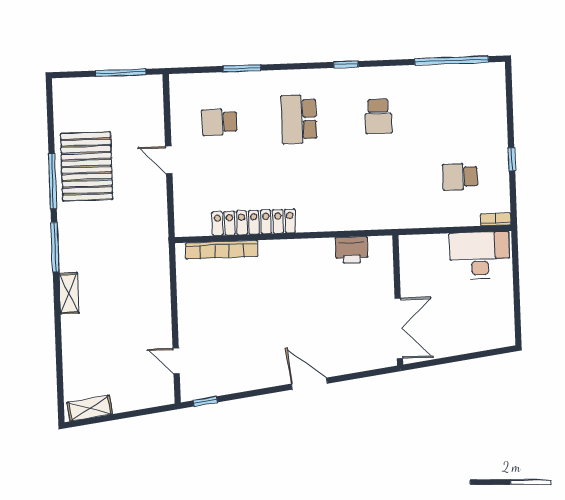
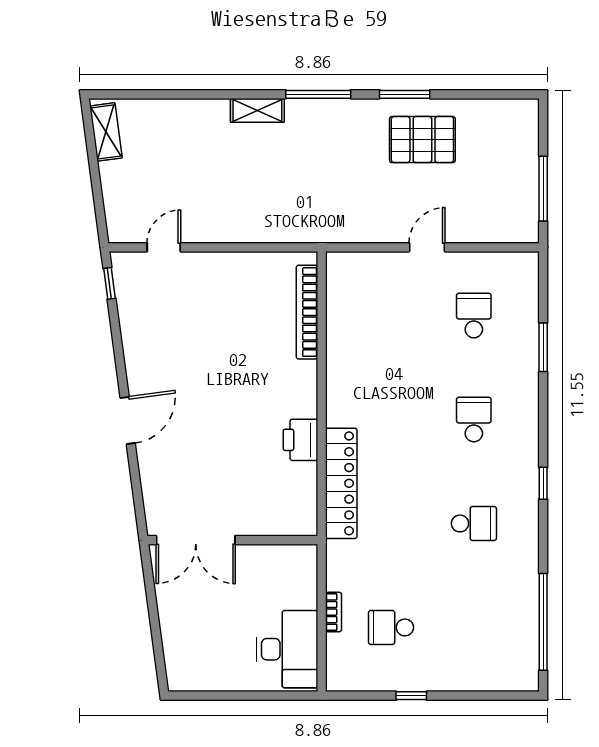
school desk: (378, 116) -> (474, 523), turned 180
school desk: (299, 119) -> (474, 419), width x0.54
pallet: (87, 166) -> (422, 140), width x0.73, depth x0.71
school desk: (460, 177) -> (391, 627), turned -90
window: (53, 181) -> (405, 94), width x0.69
bookcase: (496, 219) -> (334, 612), moved
locker: (254, 222) -> (341, 483), moved
printer: (352, 250) -> (300, 440), moved

